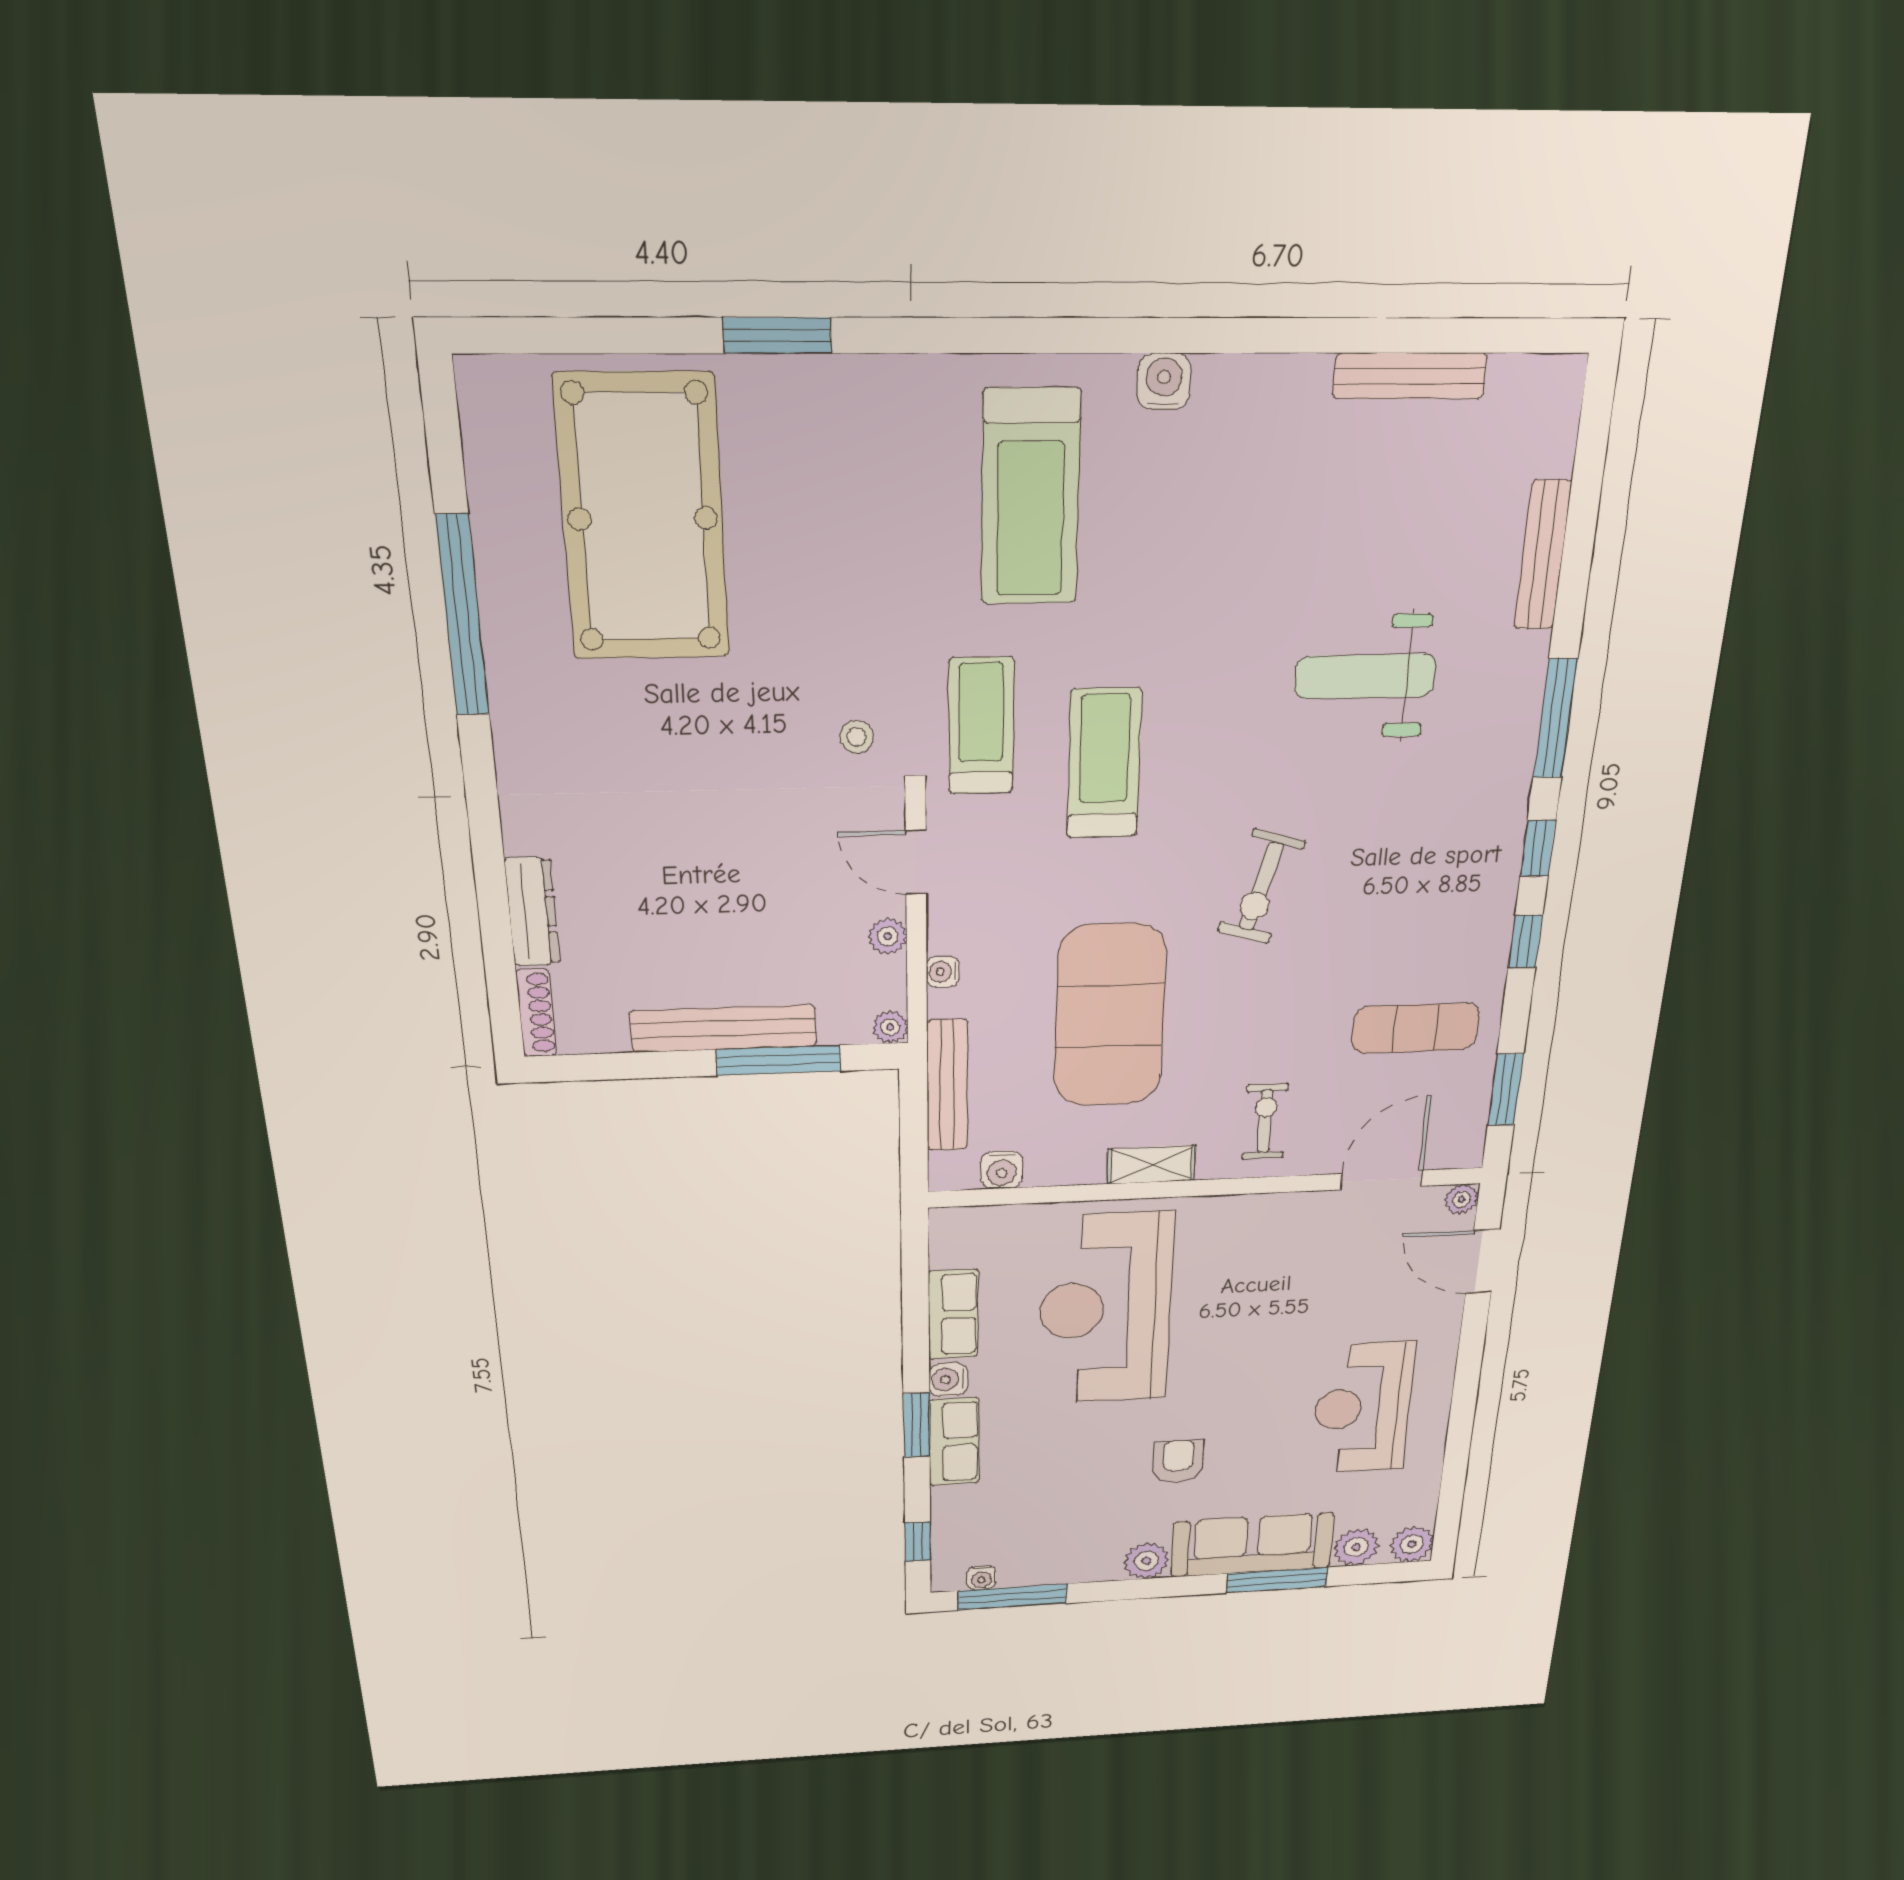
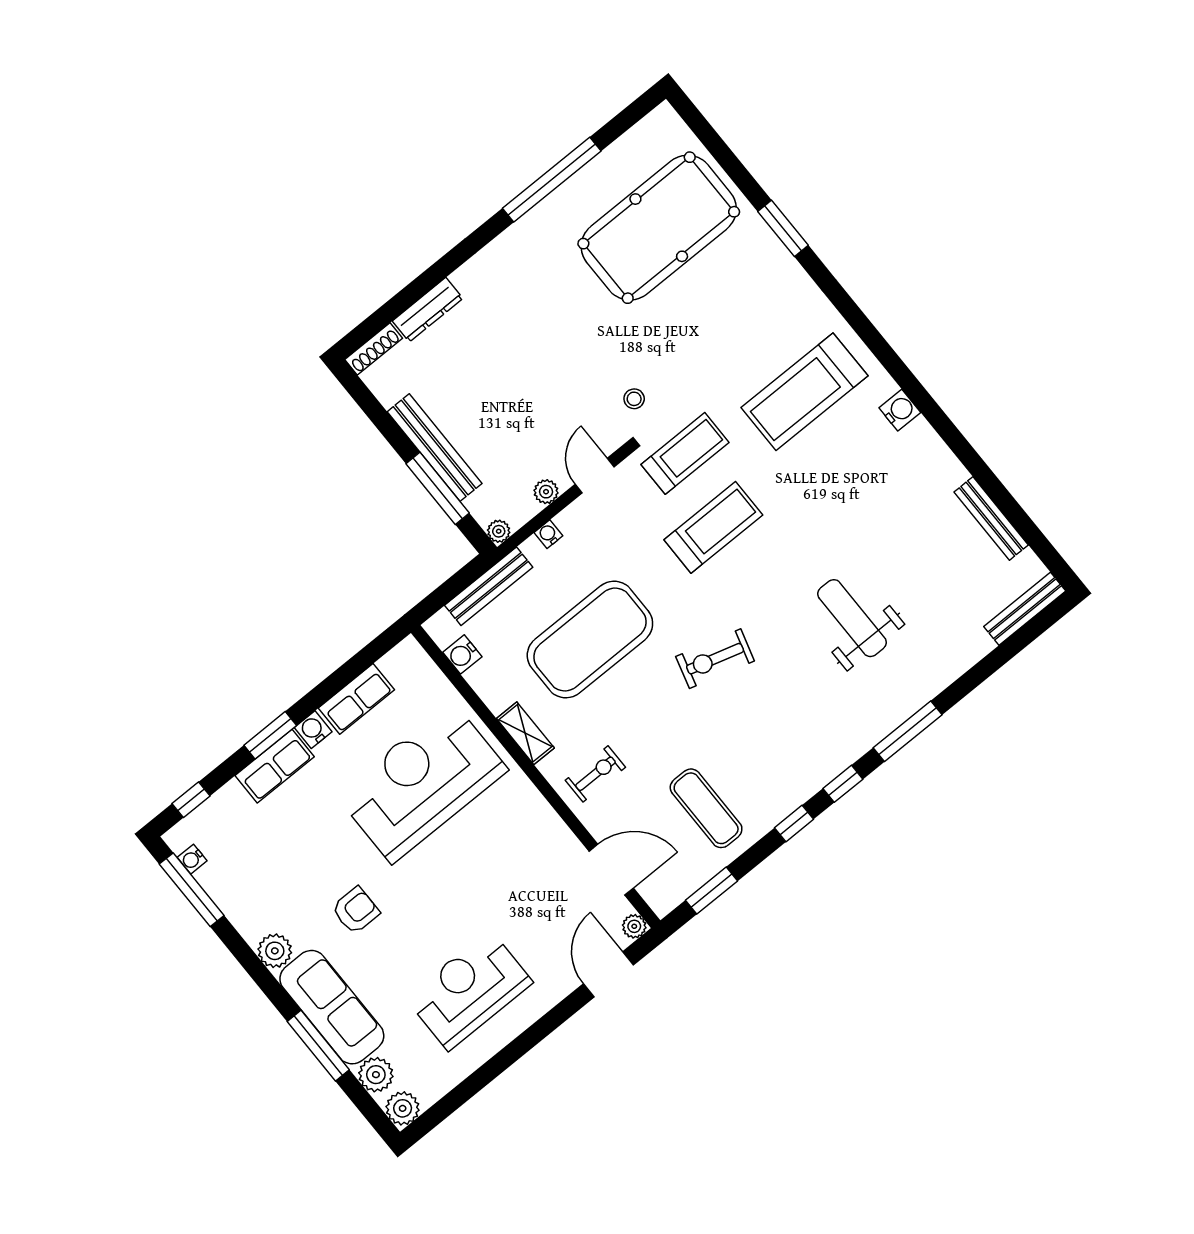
bench: (1543, 555) -> (1025, 609), moved

